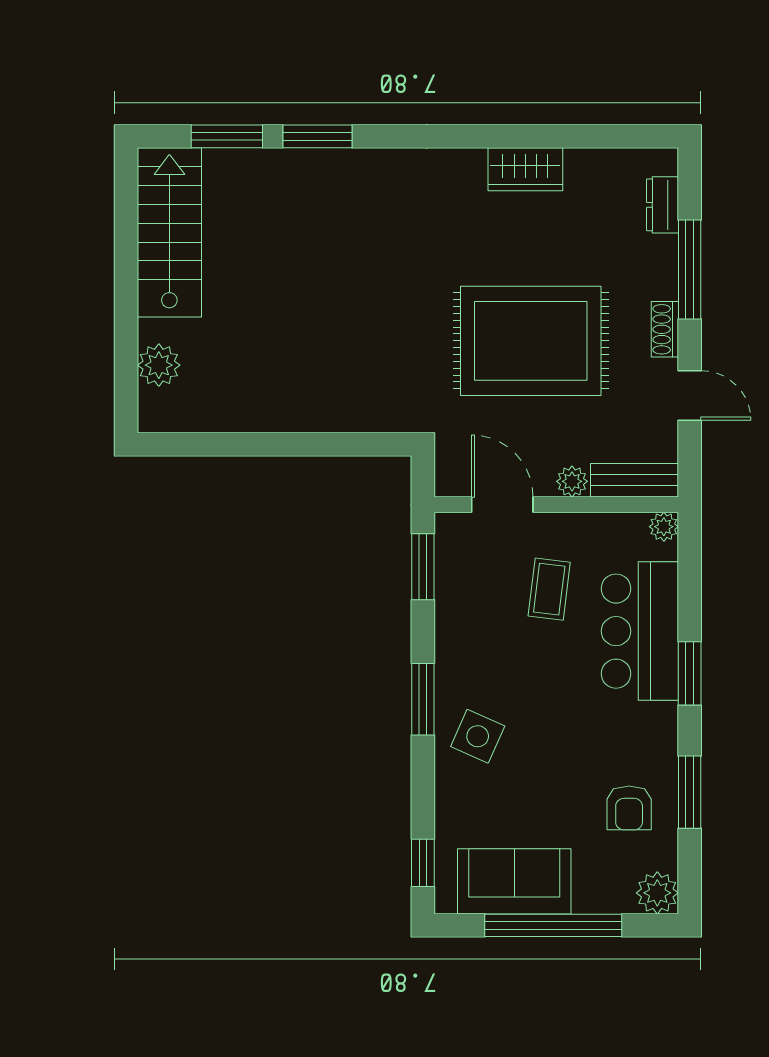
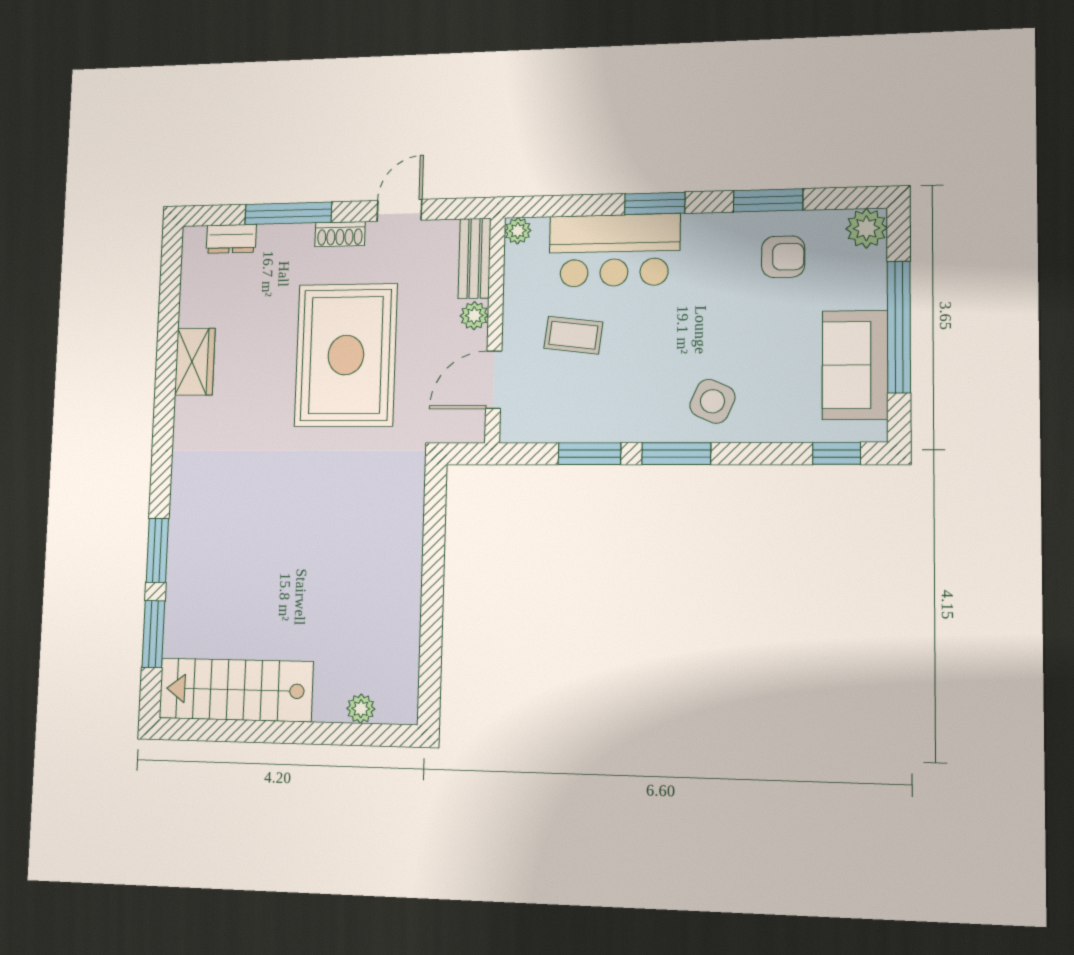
plant: (159, 365) -> (361, 709), width x0.73, depth x0.73
window: (423, 567) -> (589, 454), moved

